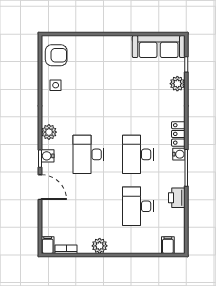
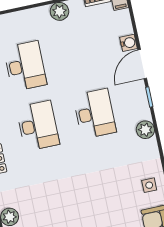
water cooler: (48, 156) -> (128, 43), moved
door: (40, 187) -> (142, 64), hinge flipped

